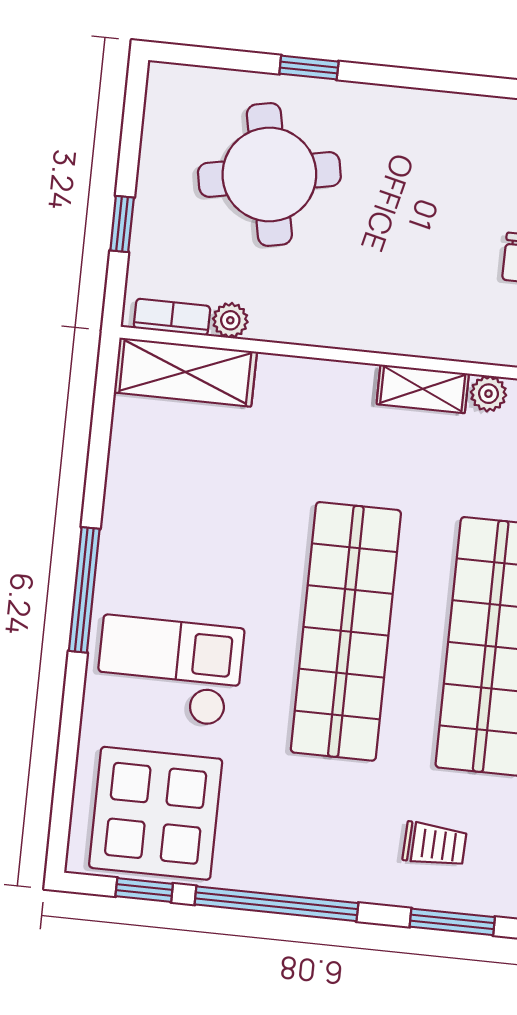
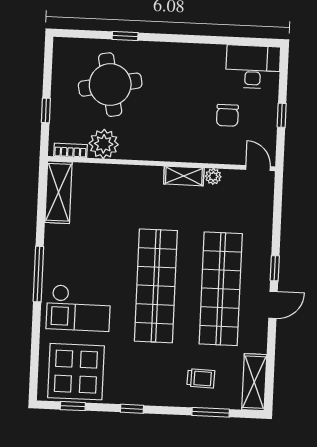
plant: (230, 320) -> (104, 144), width x1.87, depth x1.87
shelving: (185, 372) -> (59, 192), moved, turned 90
checkout: (169, 671) -> (78, 308), turned 180
window: (276, 904) -> (132, 409), width x0.32

